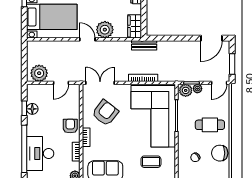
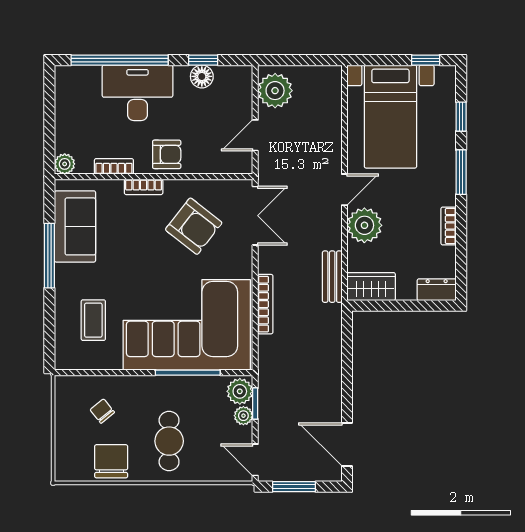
bench: (144, 45) -> (332, 277), moved
door: (61, 83) -> (255, 135), hinge flipped
desk: (40, 154) -> (138, 93), moved

